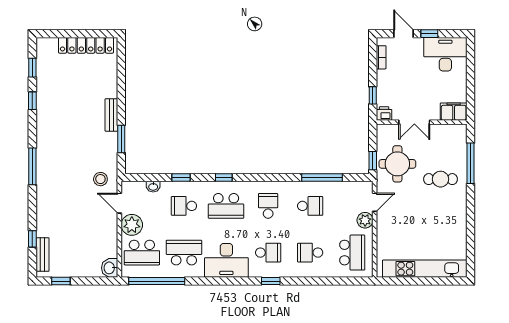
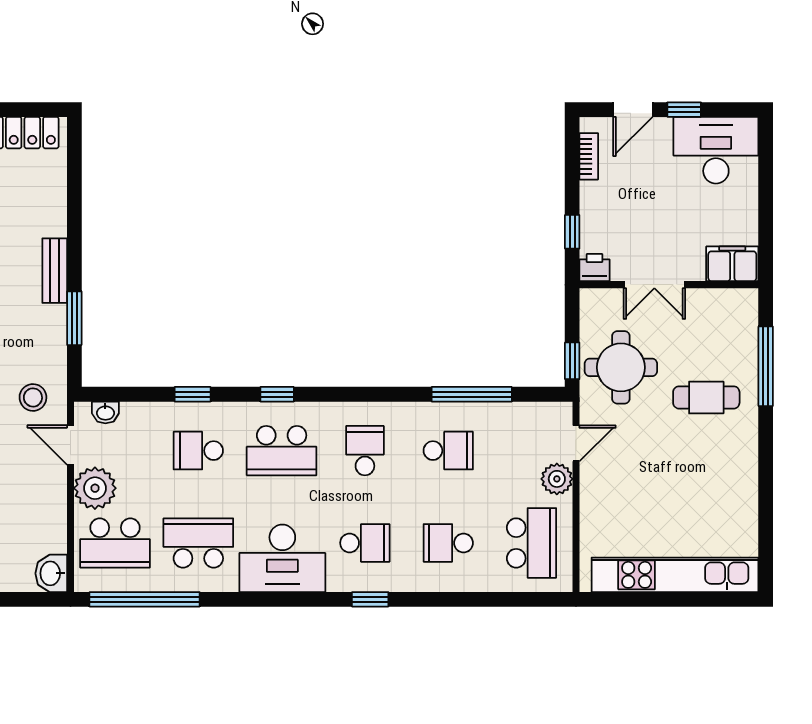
door: (403, 34) -> (633, 110), swing flipped
washbasin: (153, 187) -> (105, 412), moved

